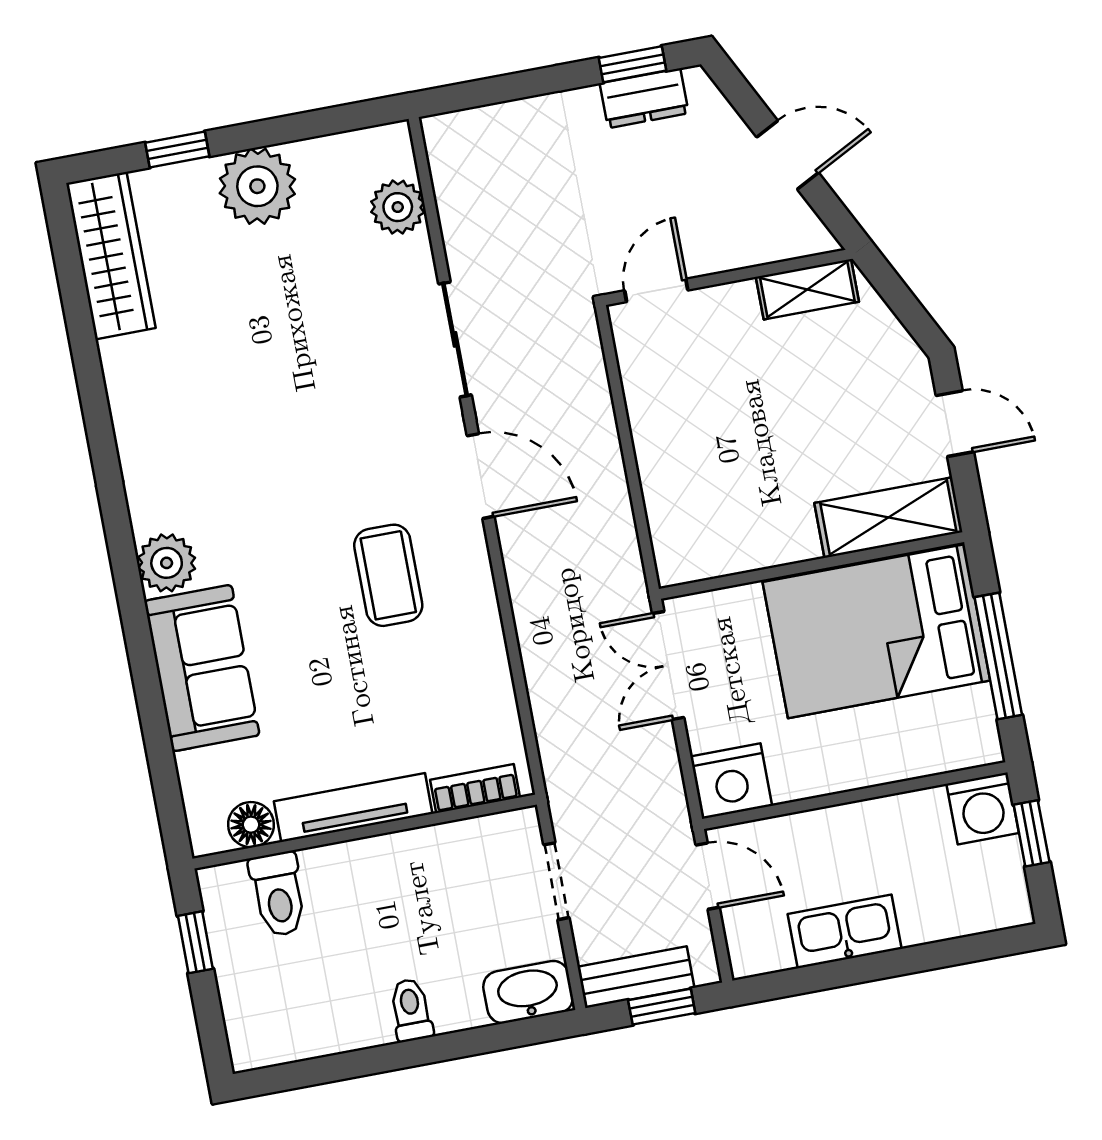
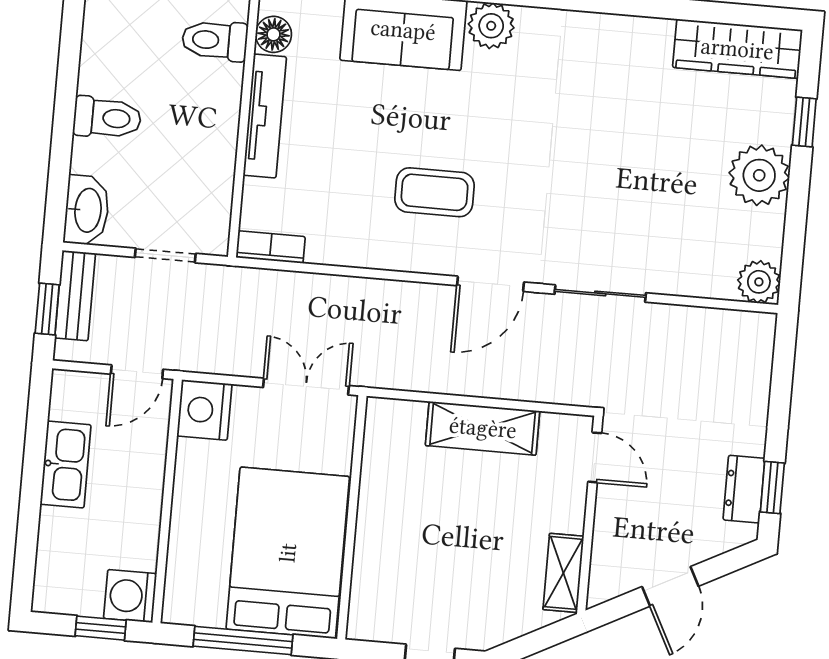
plant: (398, 207) -> (759, 282), moved
shelving: (888, 517) -> (483, 428), moved, turned 90
bookcase: (475, 789) -> (271, 247), moved, turned -90
toilet: (411, 1010) -> (107, 118), width x1.37, depth x1.39

